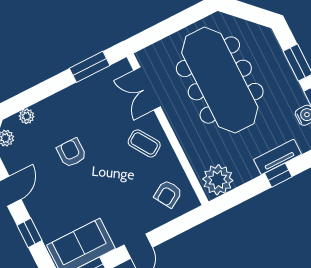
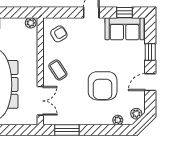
armchair: (72, 153) -> (103, 86), width x1.88, depth x1.88
plant: (218, 180) -> (31, 23), width x0.53, depth x0.53

